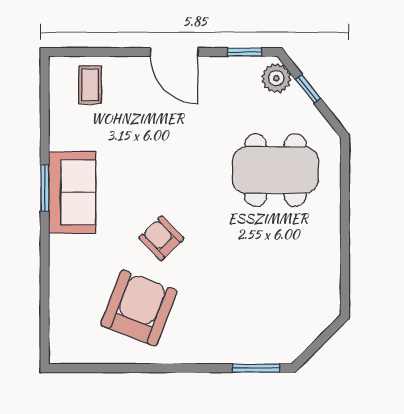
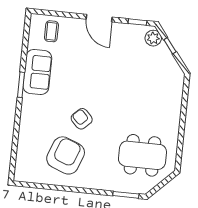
dining table: (275, 170) -> (142, 155), moved
sofa: (72, 192) -> (37, 72), moved

